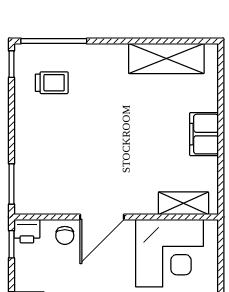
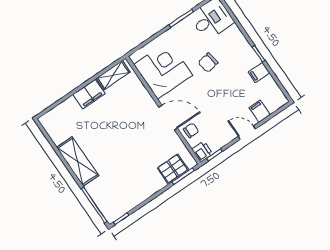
shelving: (166, 59) -> (78, 161), moved
trolley: (52, 83) -> (116, 191), removed
pallet: (31, 177) -> (173, 169), added
shelving: (183, 203) -> (113, 75), moved, turned 90

